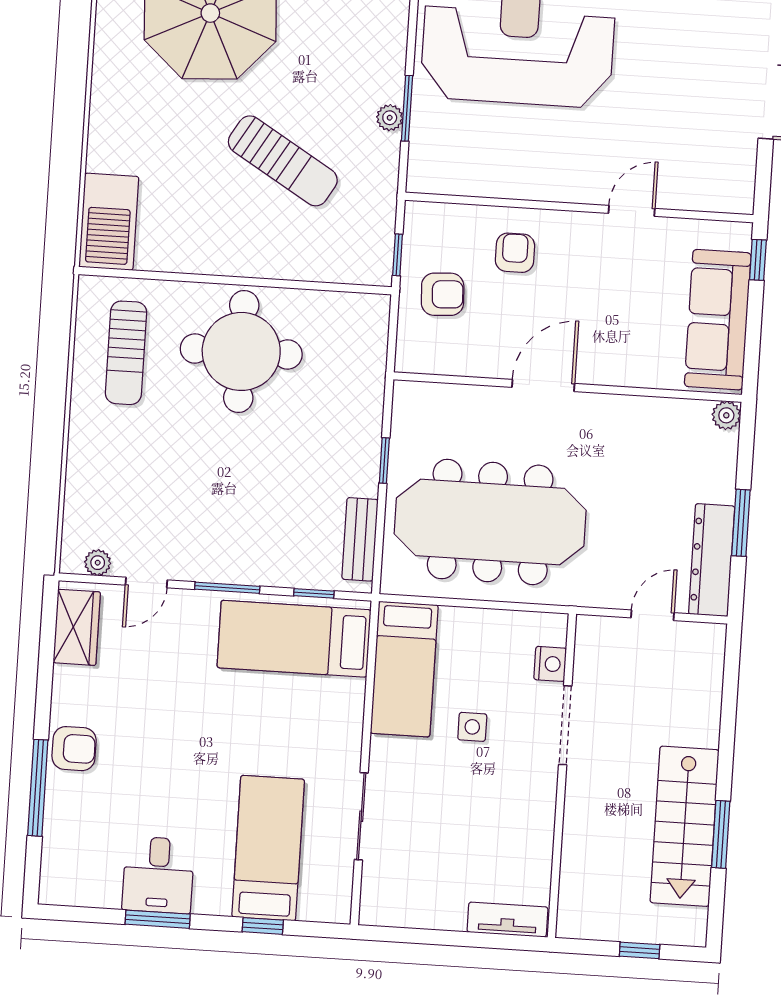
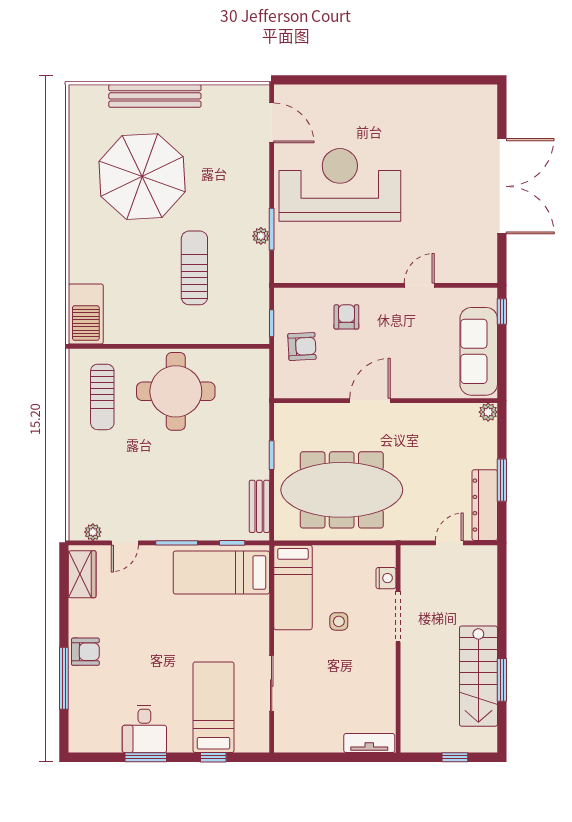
sun lounger: (283, 161) -> (194, 268), turned -121

